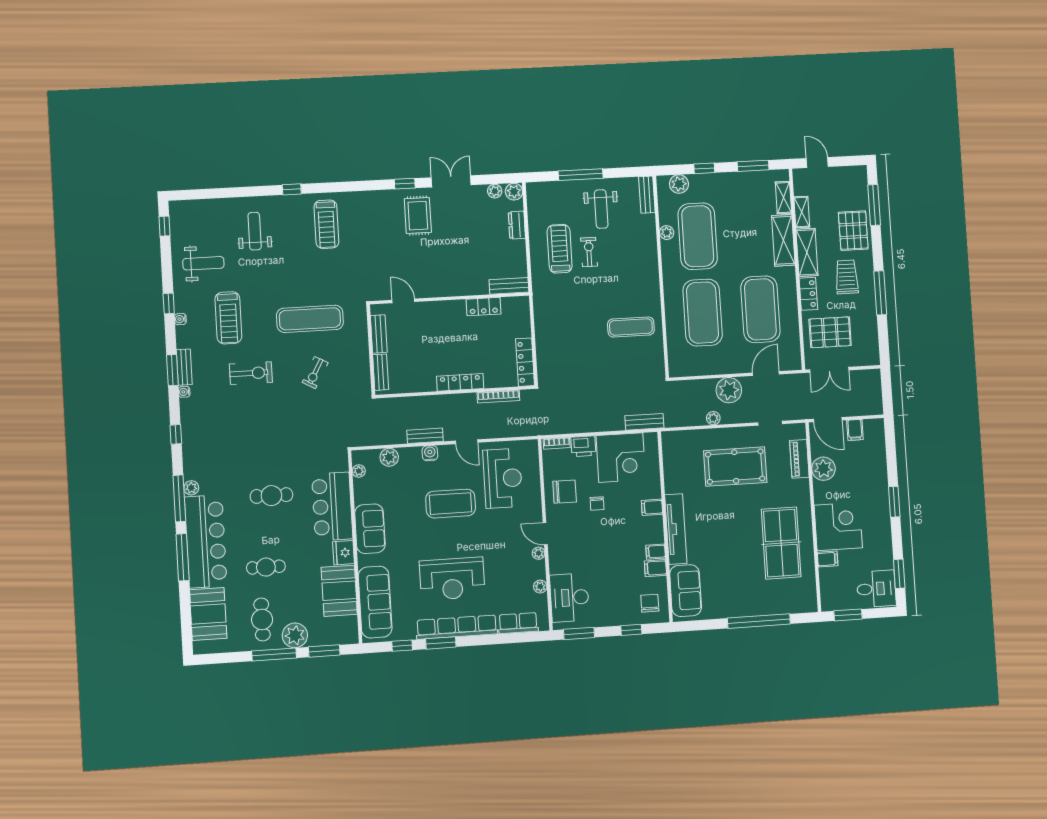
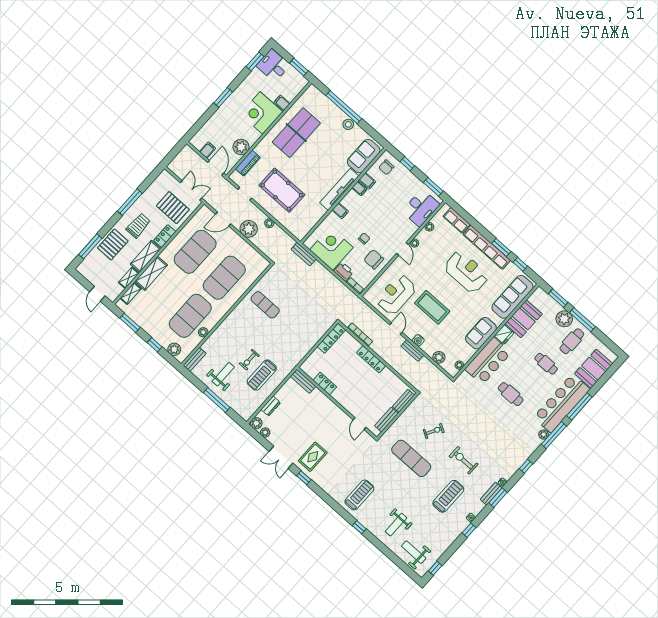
weight bench: (203, 263) -> (414, 552), moved
trolley: (847, 277) -> (138, 226), turned 180
stool: (736, 608) -> (348, 124), added

